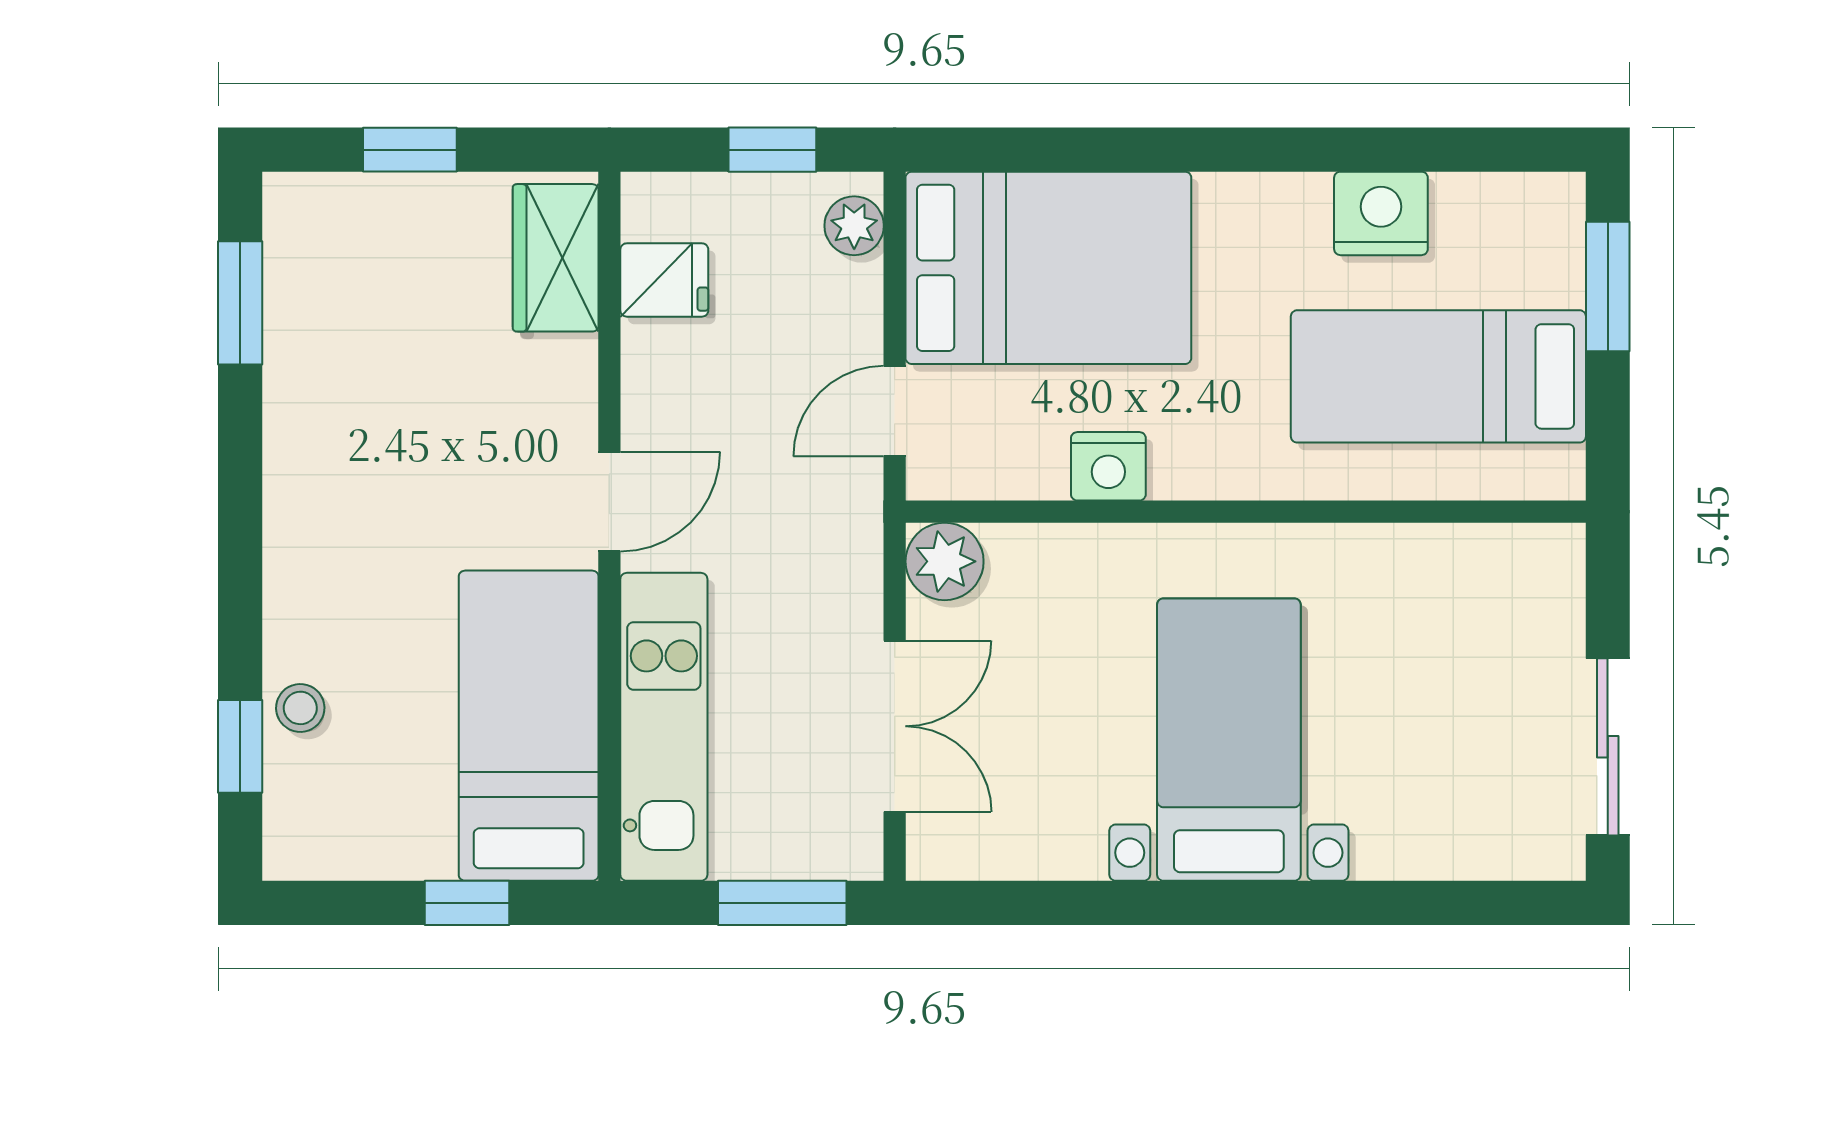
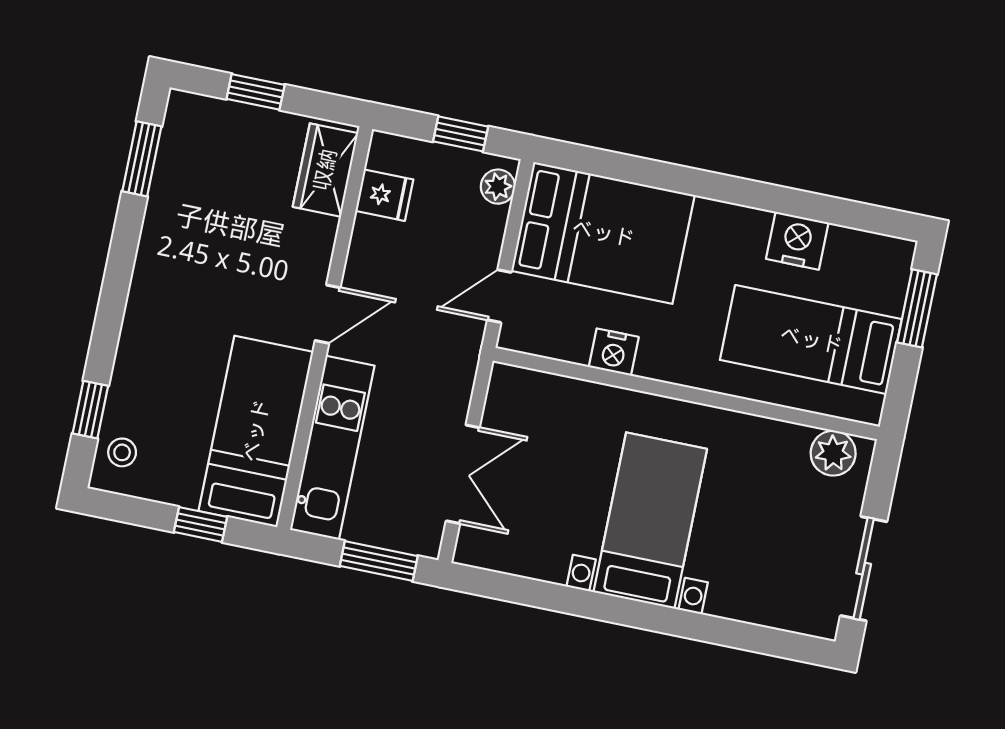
plant: (945, 561) -> (833, 453), moved
stool: (300, 708) -> (122, 452), moved

